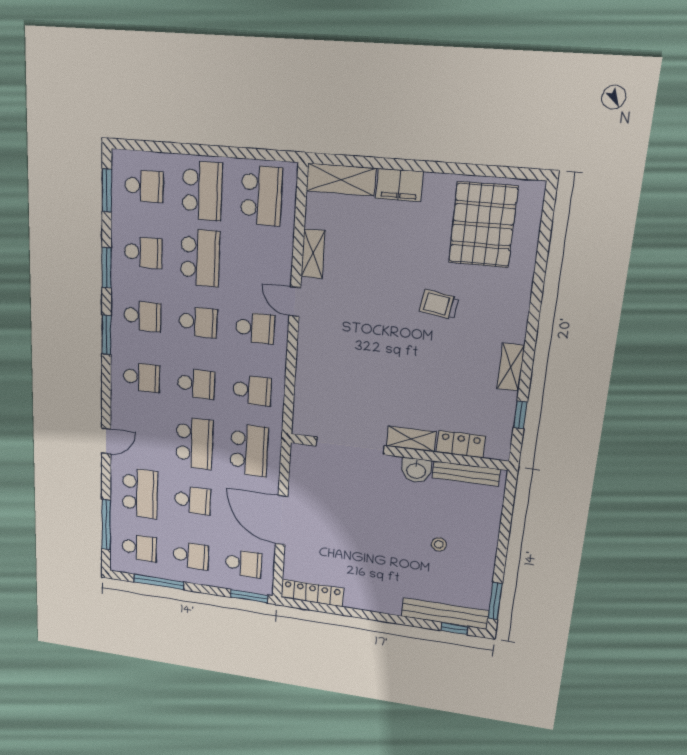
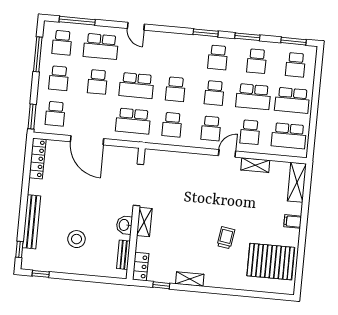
filing cabinet: (399, 185) -> (293, 221), width x0.50
school desk: (142, 377) -> (250, 132), moved
locker: (461, 444) -> (141, 267), moved
bench: (466, 474) -> (124, 255), width x0.73
door: (282, 520) -> (87, 140), swing flipped
stool: (439, 544) -> (76, 239), width x1.89, depth x1.89
window: (495, 601) -> (41, 274), width x0.67
bench: (445, 614) -> (31, 222), moved

